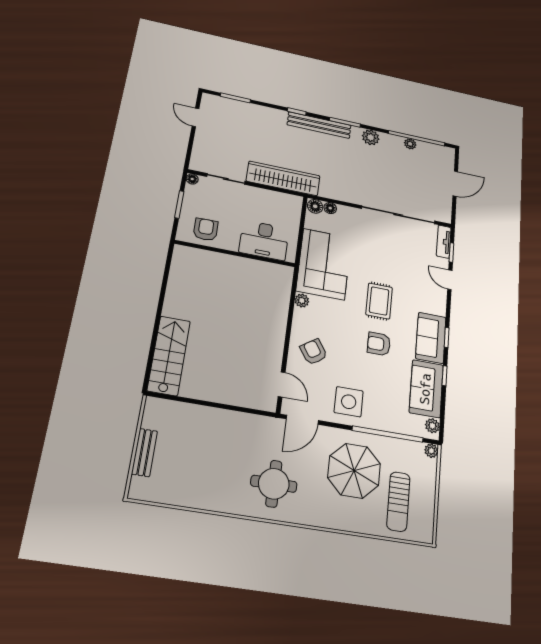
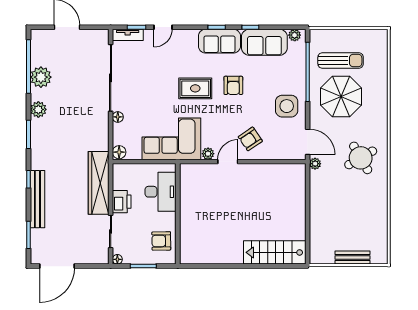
door: (196, 117) -> (57, 266), width x1.87
bench: (319, 125) -> (37, 199), moved
plant: (410, 144) -> (41, 77), width x1.88, depth x1.88
printer: (259, 197) -> (122, 202), added
floor lamp: (330, 208) -> (118, 117), moved
door: (282, 384) -> (228, 162), moved
plant: (431, 451) -> (315, 164), moved
round table: (274, 484) -> (361, 158), turned -30
sun lounger: (398, 502) -> (341, 60), moved

